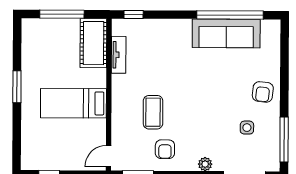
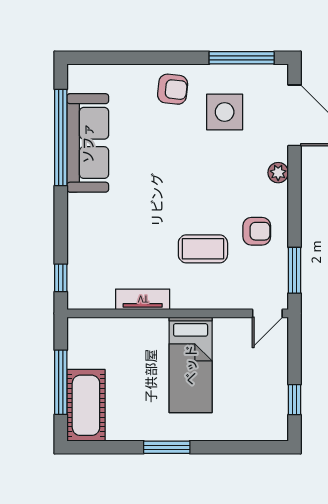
cot: (93, 43) -> (86, 405), moved, turned 90
tv unit: (119, 55) -> (143, 299), moved
side table: (247, 128) -> (225, 112), width x1.87, depth x1.87
door: (108, 156) -> (267, 313), hinge flipped

